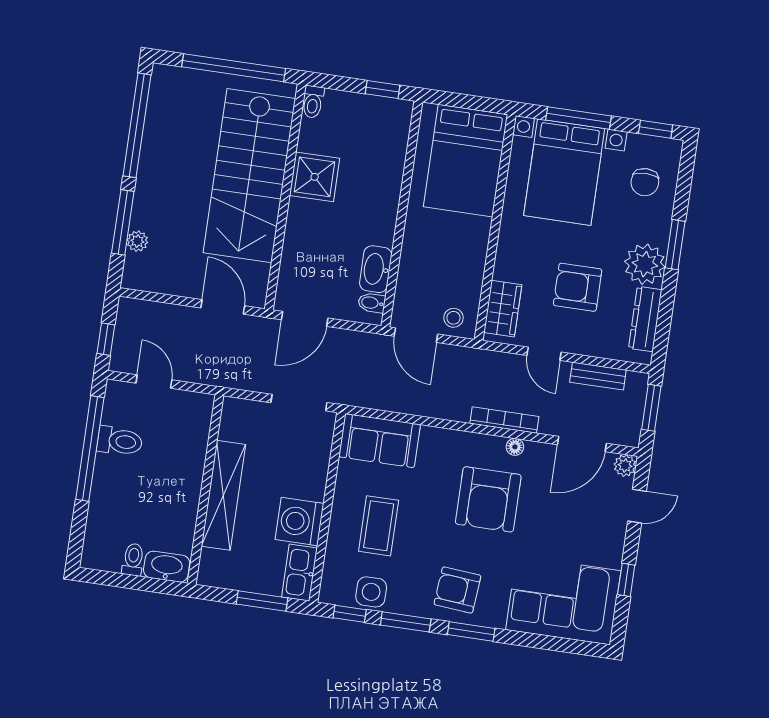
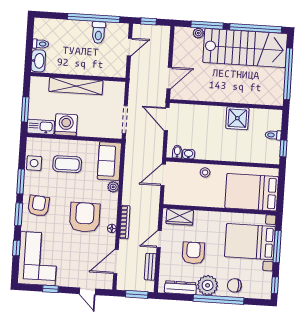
toilet: (313, 102) -> (273, 135), moved
stairs: (249, 176) -> (245, 48), moved, turned 180
chair: (645, 182) -> (234, 285), moved
window: (675, 245) -> (218, 300), width x2.11
washbasin: (376, 269) -> (189, 154), width x0.52, depth x0.69
stool: (453, 318) -> (205, 172), moved
door: (582, 444) -> (116, 261), hinge flipped
plant: (625, 465) -> (113, 187), moved
armchair: (488, 499) -> (85, 217), turned 90
window: (350, 614) -> (16, 248), moved

